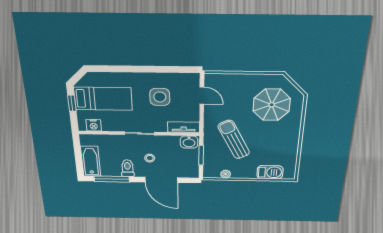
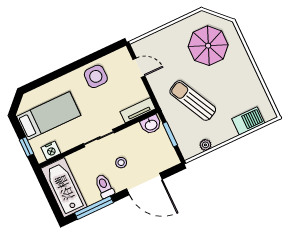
side table: (160, 97) -> (96, 76), moved
window: (72, 103) -> (26, 147), moved
bathtub: (91, 161) -> (64, 188), width x1.36, depth x1.36

